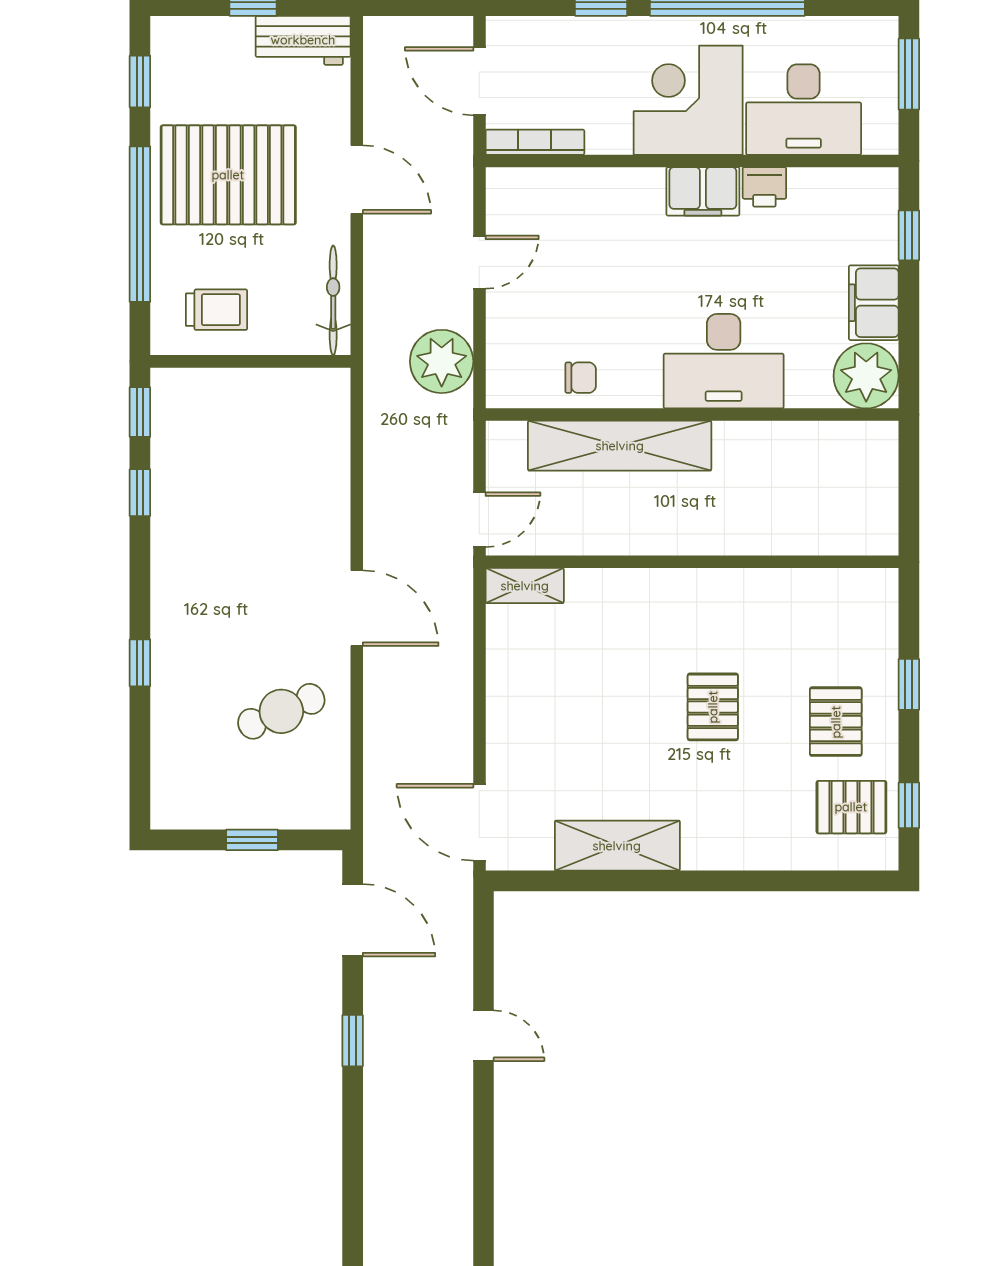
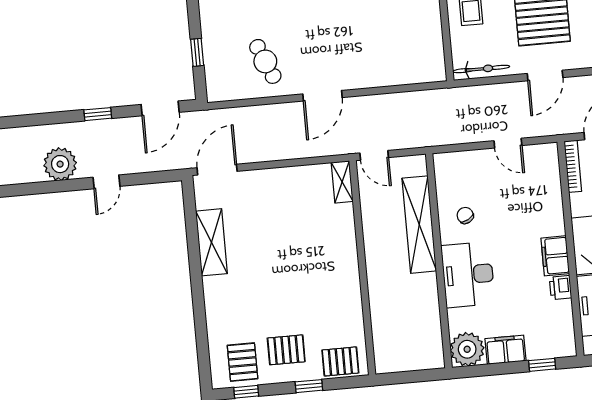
plant: (442, 361) -> (60, 164), moved
chair: (581, 378) -> (465, 215), moved, turned 151
pallet: (713, 707) -> (340, 361), moved

